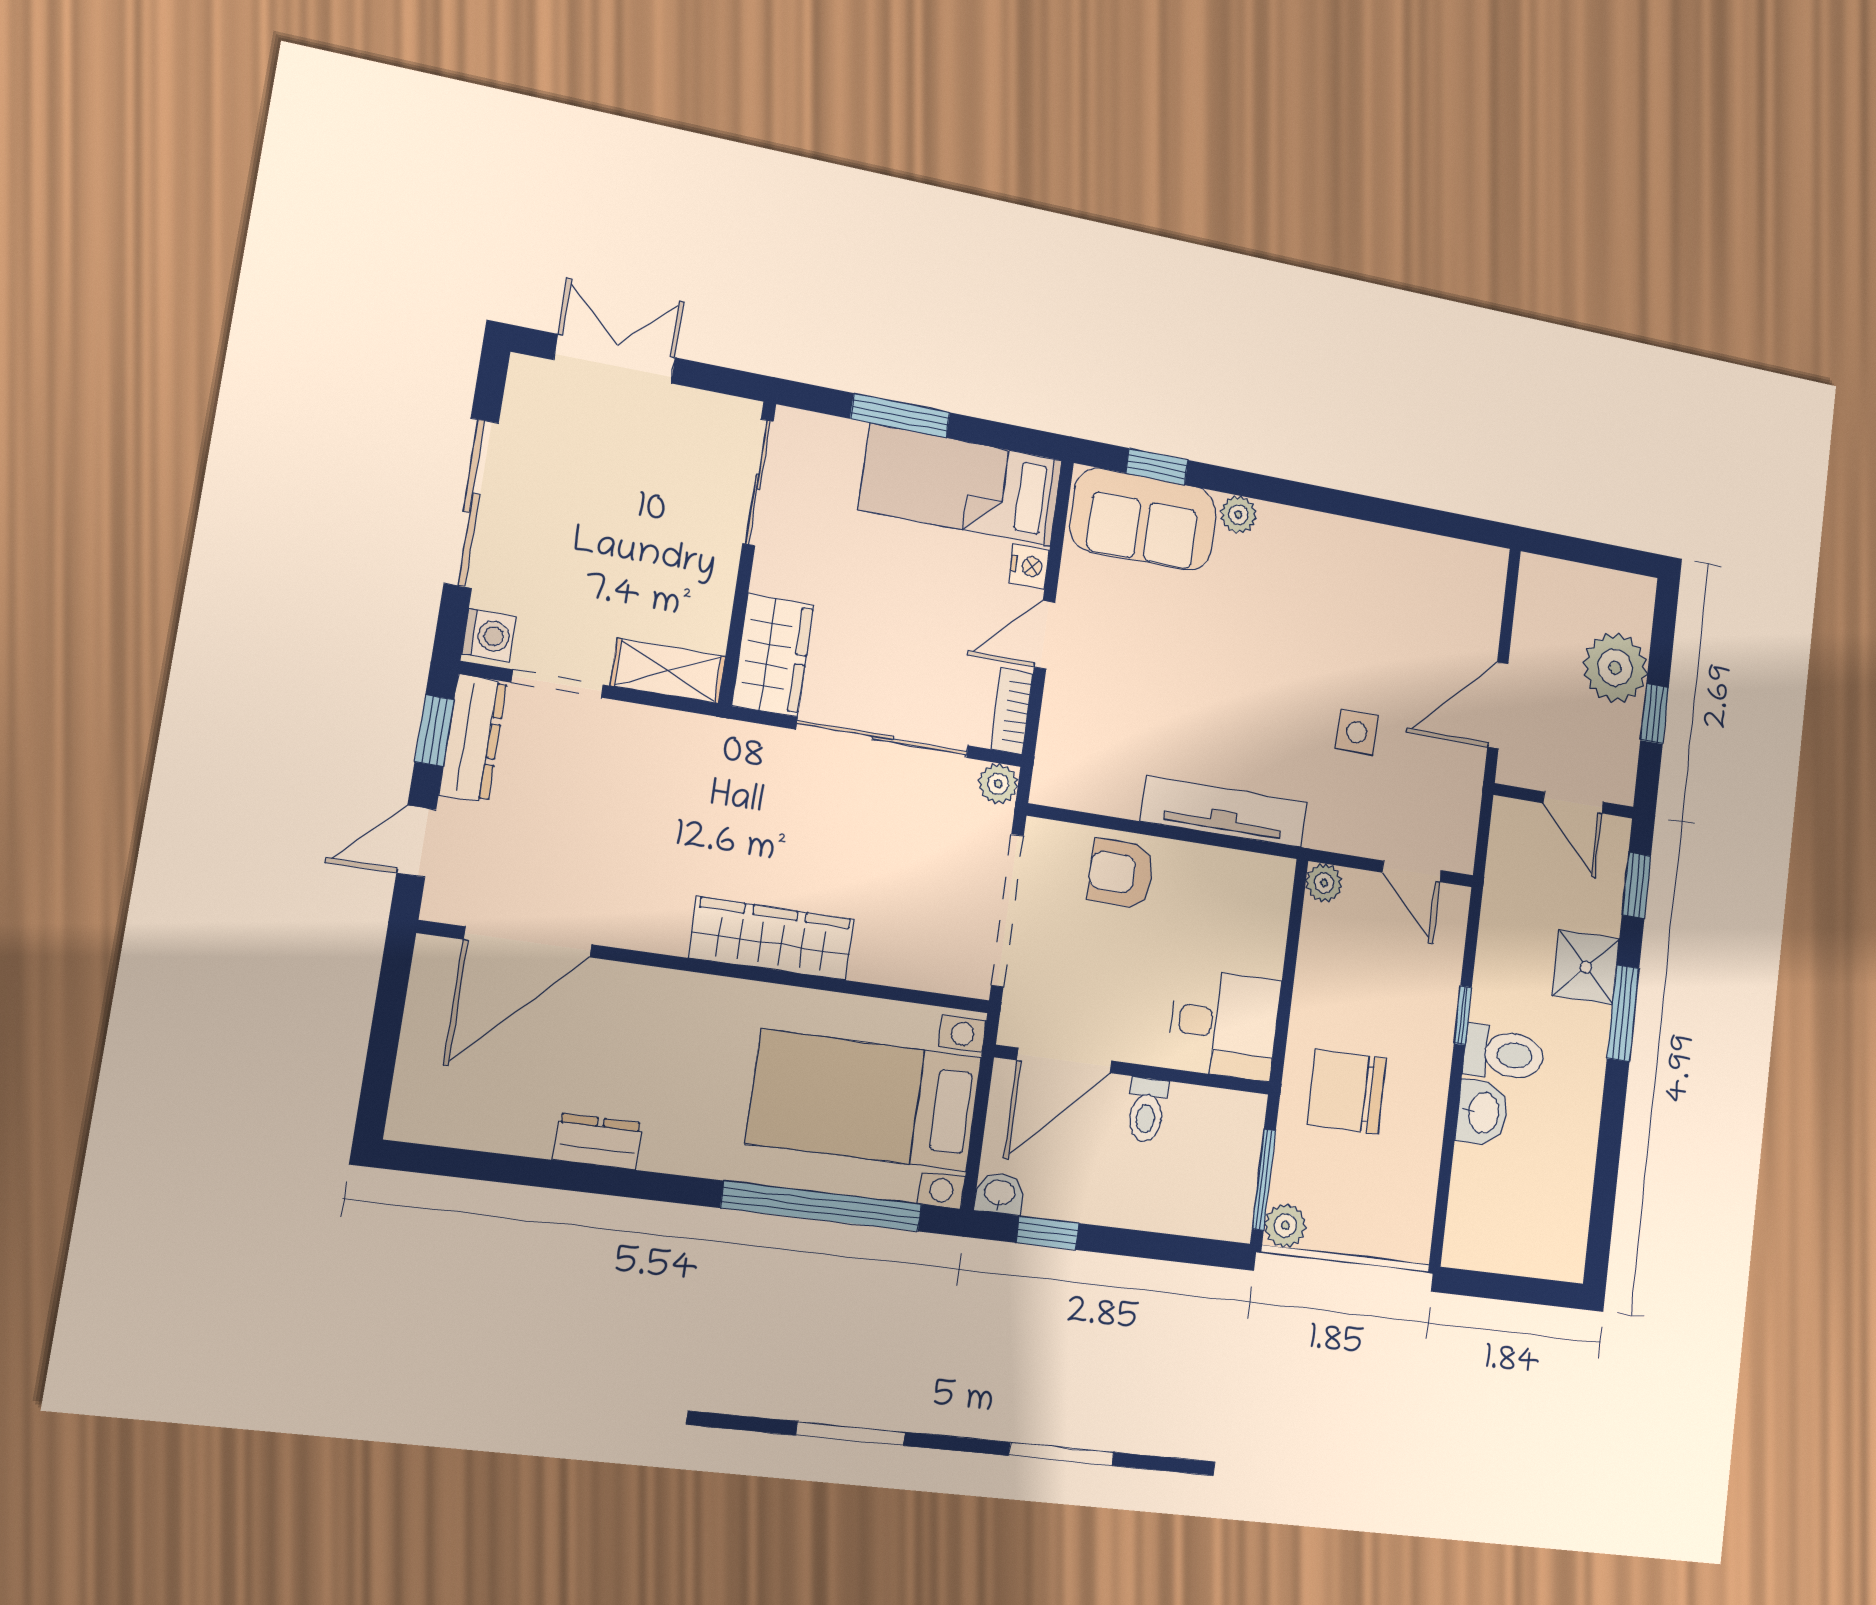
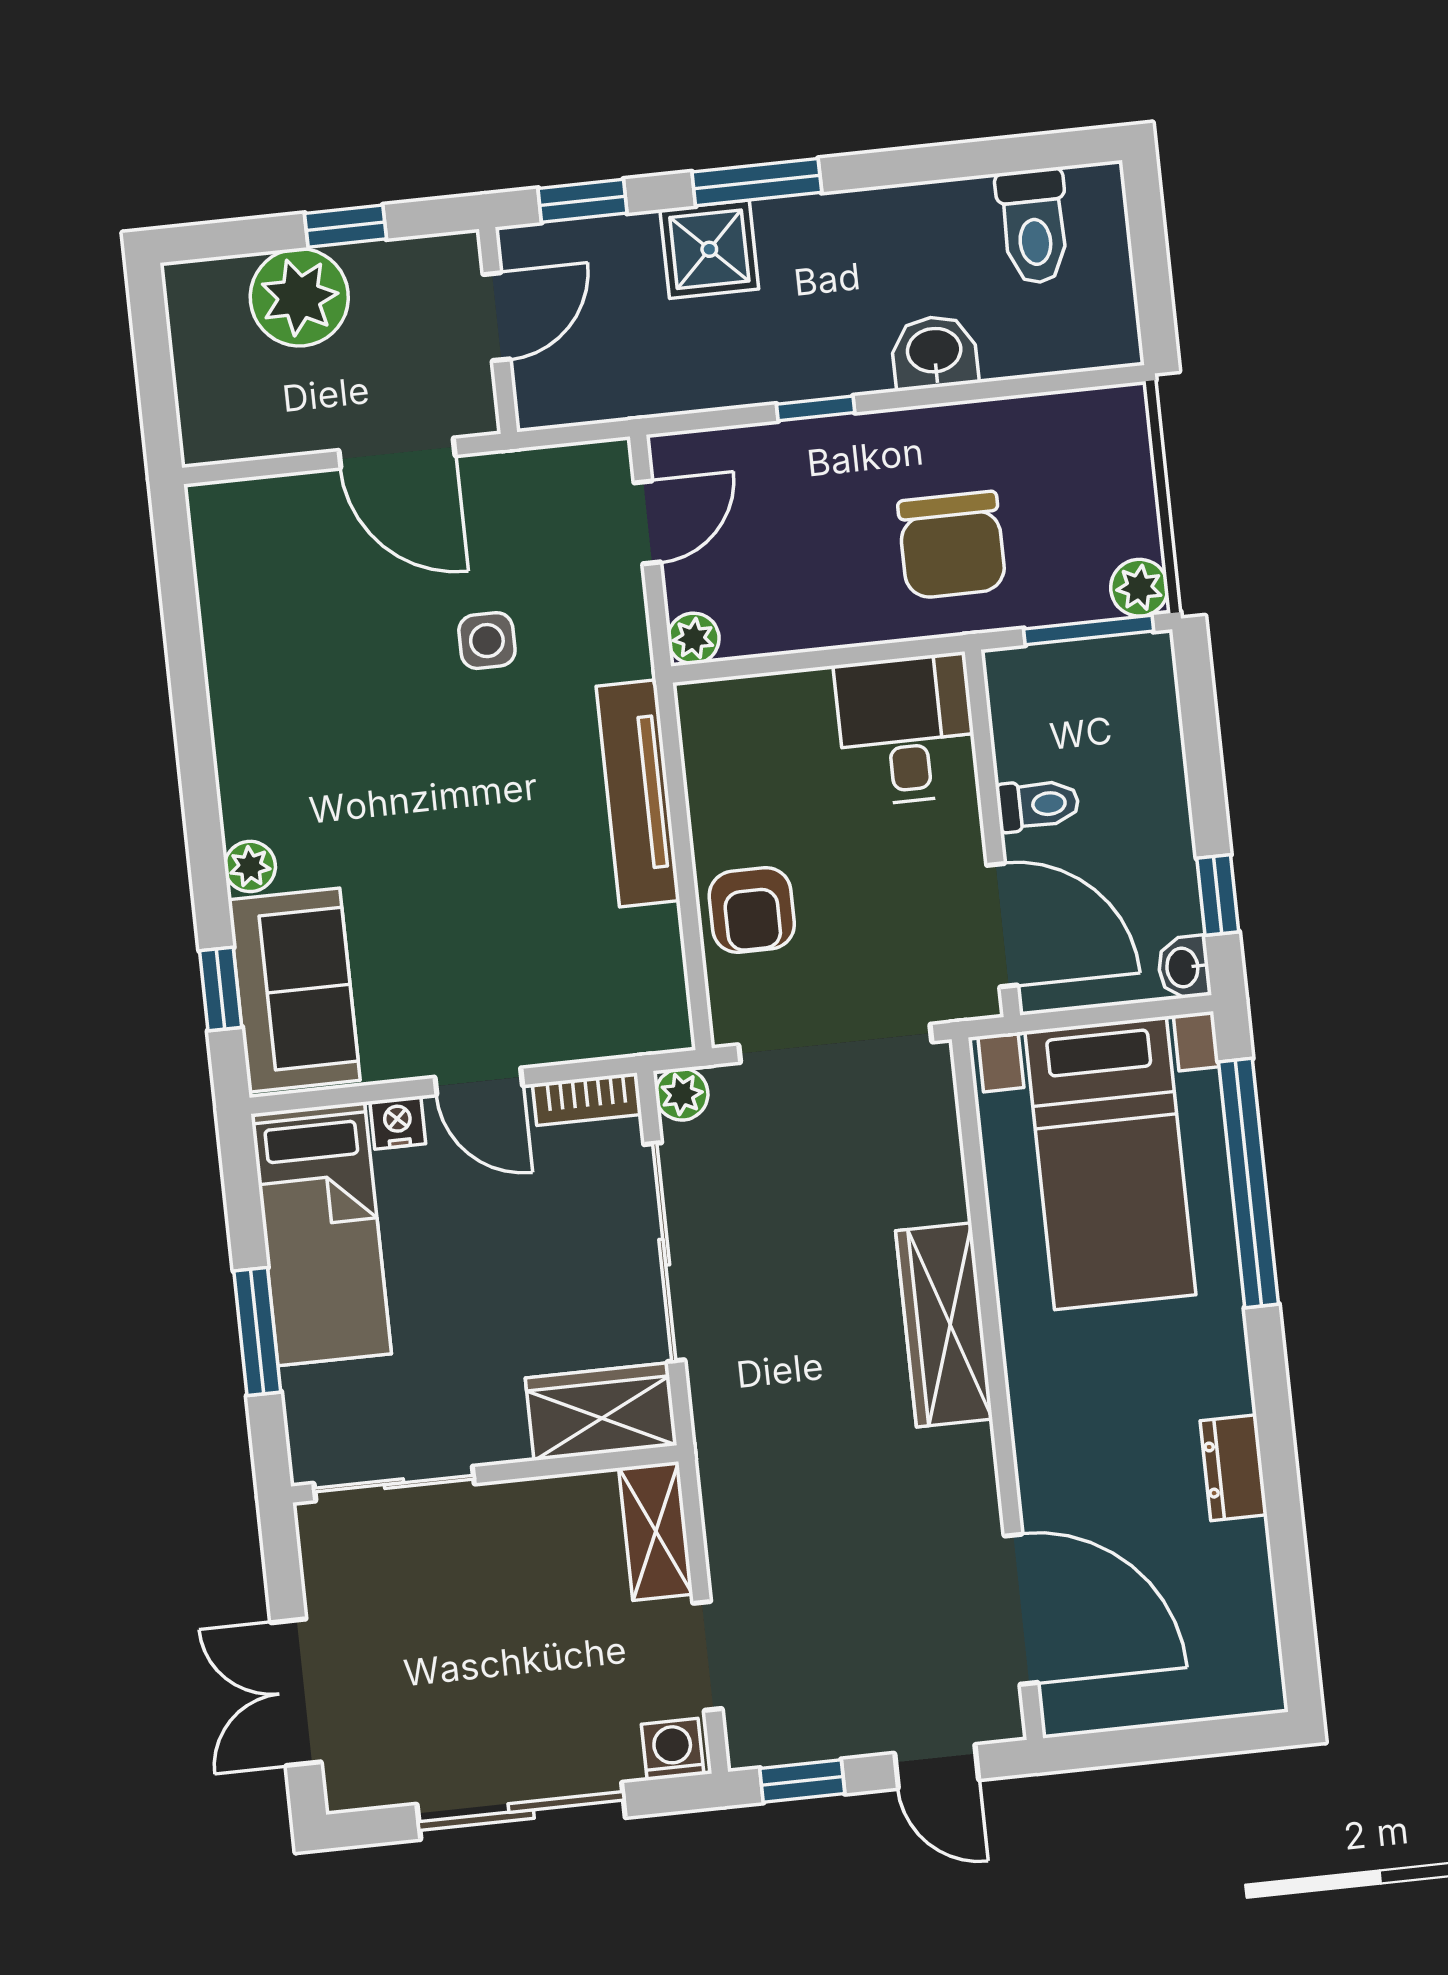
dresser: (473, 738) -> (799, 1735), removed
toilet: (1504, 1054) -> (1034, 226), moved, turned 180

